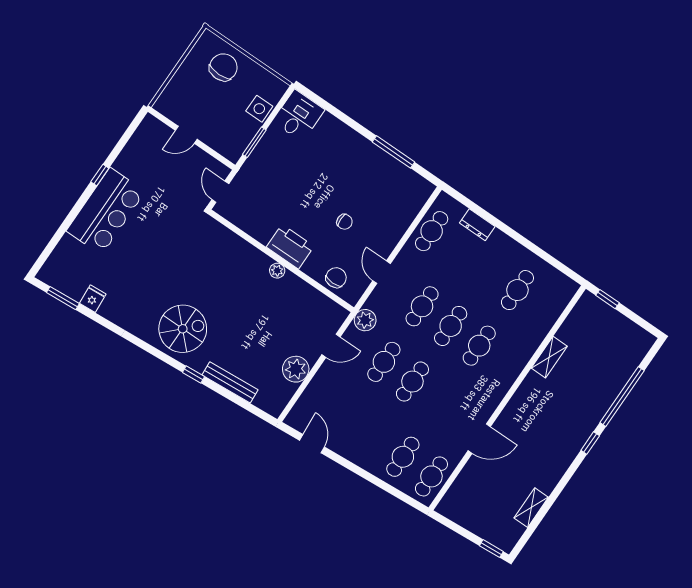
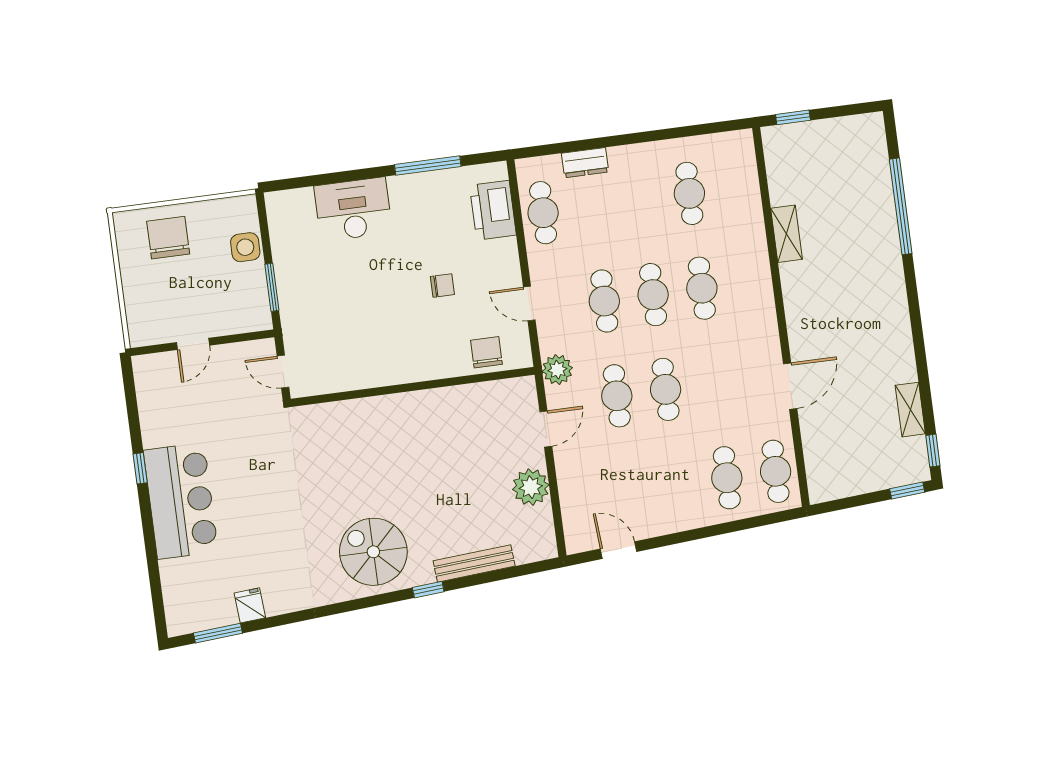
desk: (299, 116) -> (353, 209), moved, width x1.37
printer: (290, 247) -> (493, 210), moved, turned -90
plant: (277, 271) -> (418, 401), removed
spiral stairs: (183, 329) -> (373, 552), turned -90
window: (590, 443) -> (933, 451), moved

